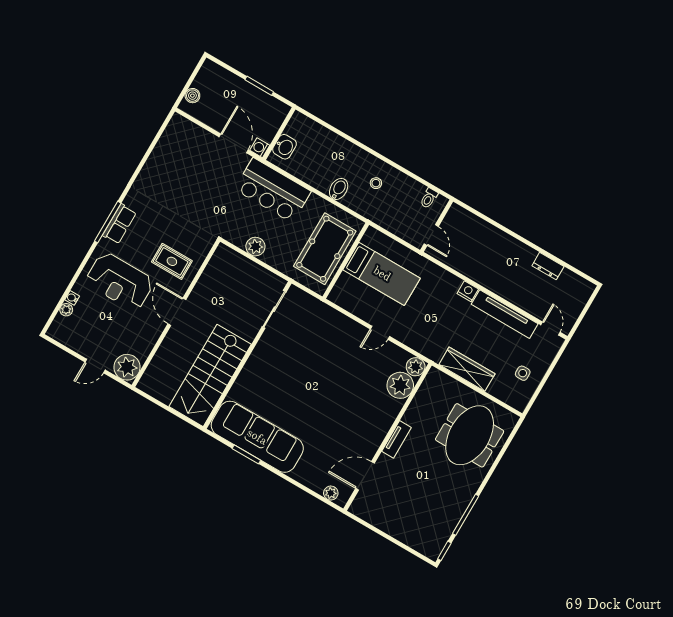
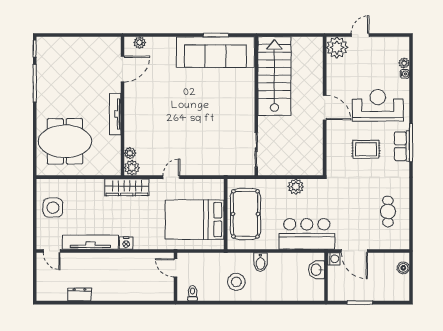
cafe table: (174, 164) -> (388, 211), added
stool: (376, 183) -> (236, 282), width x1.89, depth x1.89
rug: (172, 261) -> (366, 149), moved
bed: (382, 274) -> (195, 220), width x1.50
wardrobe: (467, 369) -> (127, 187), moved
side table: (523, 373) -> (53, 208), width x1.87, depth x1.87
plant: (400, 385) -> (130, 153), width x0.53, depth x0.53
meeting table: (470, 435) -> (65, 141), turned 90
tv unit: (396, 439) -> (115, 114), width x1.41

